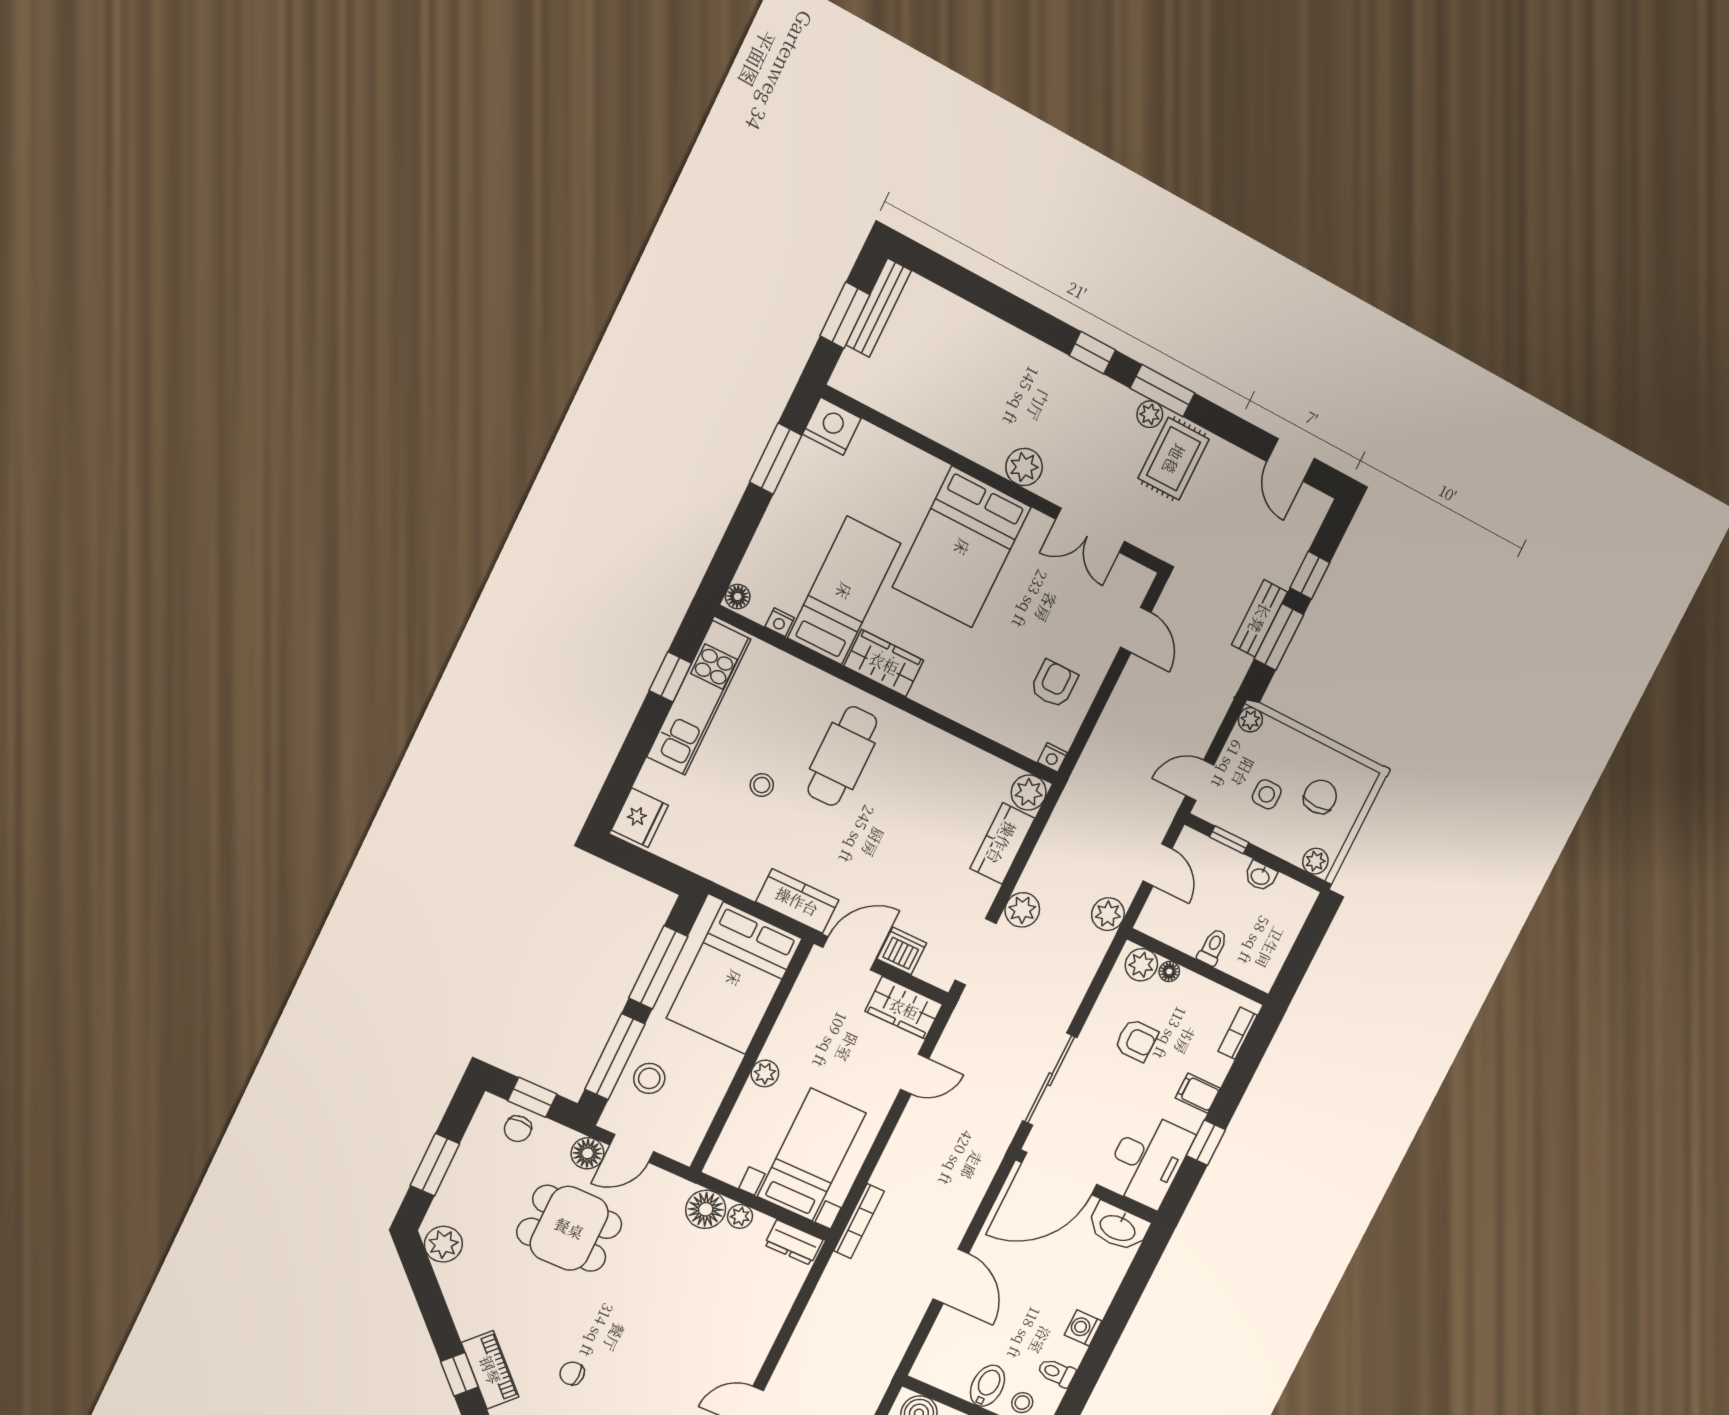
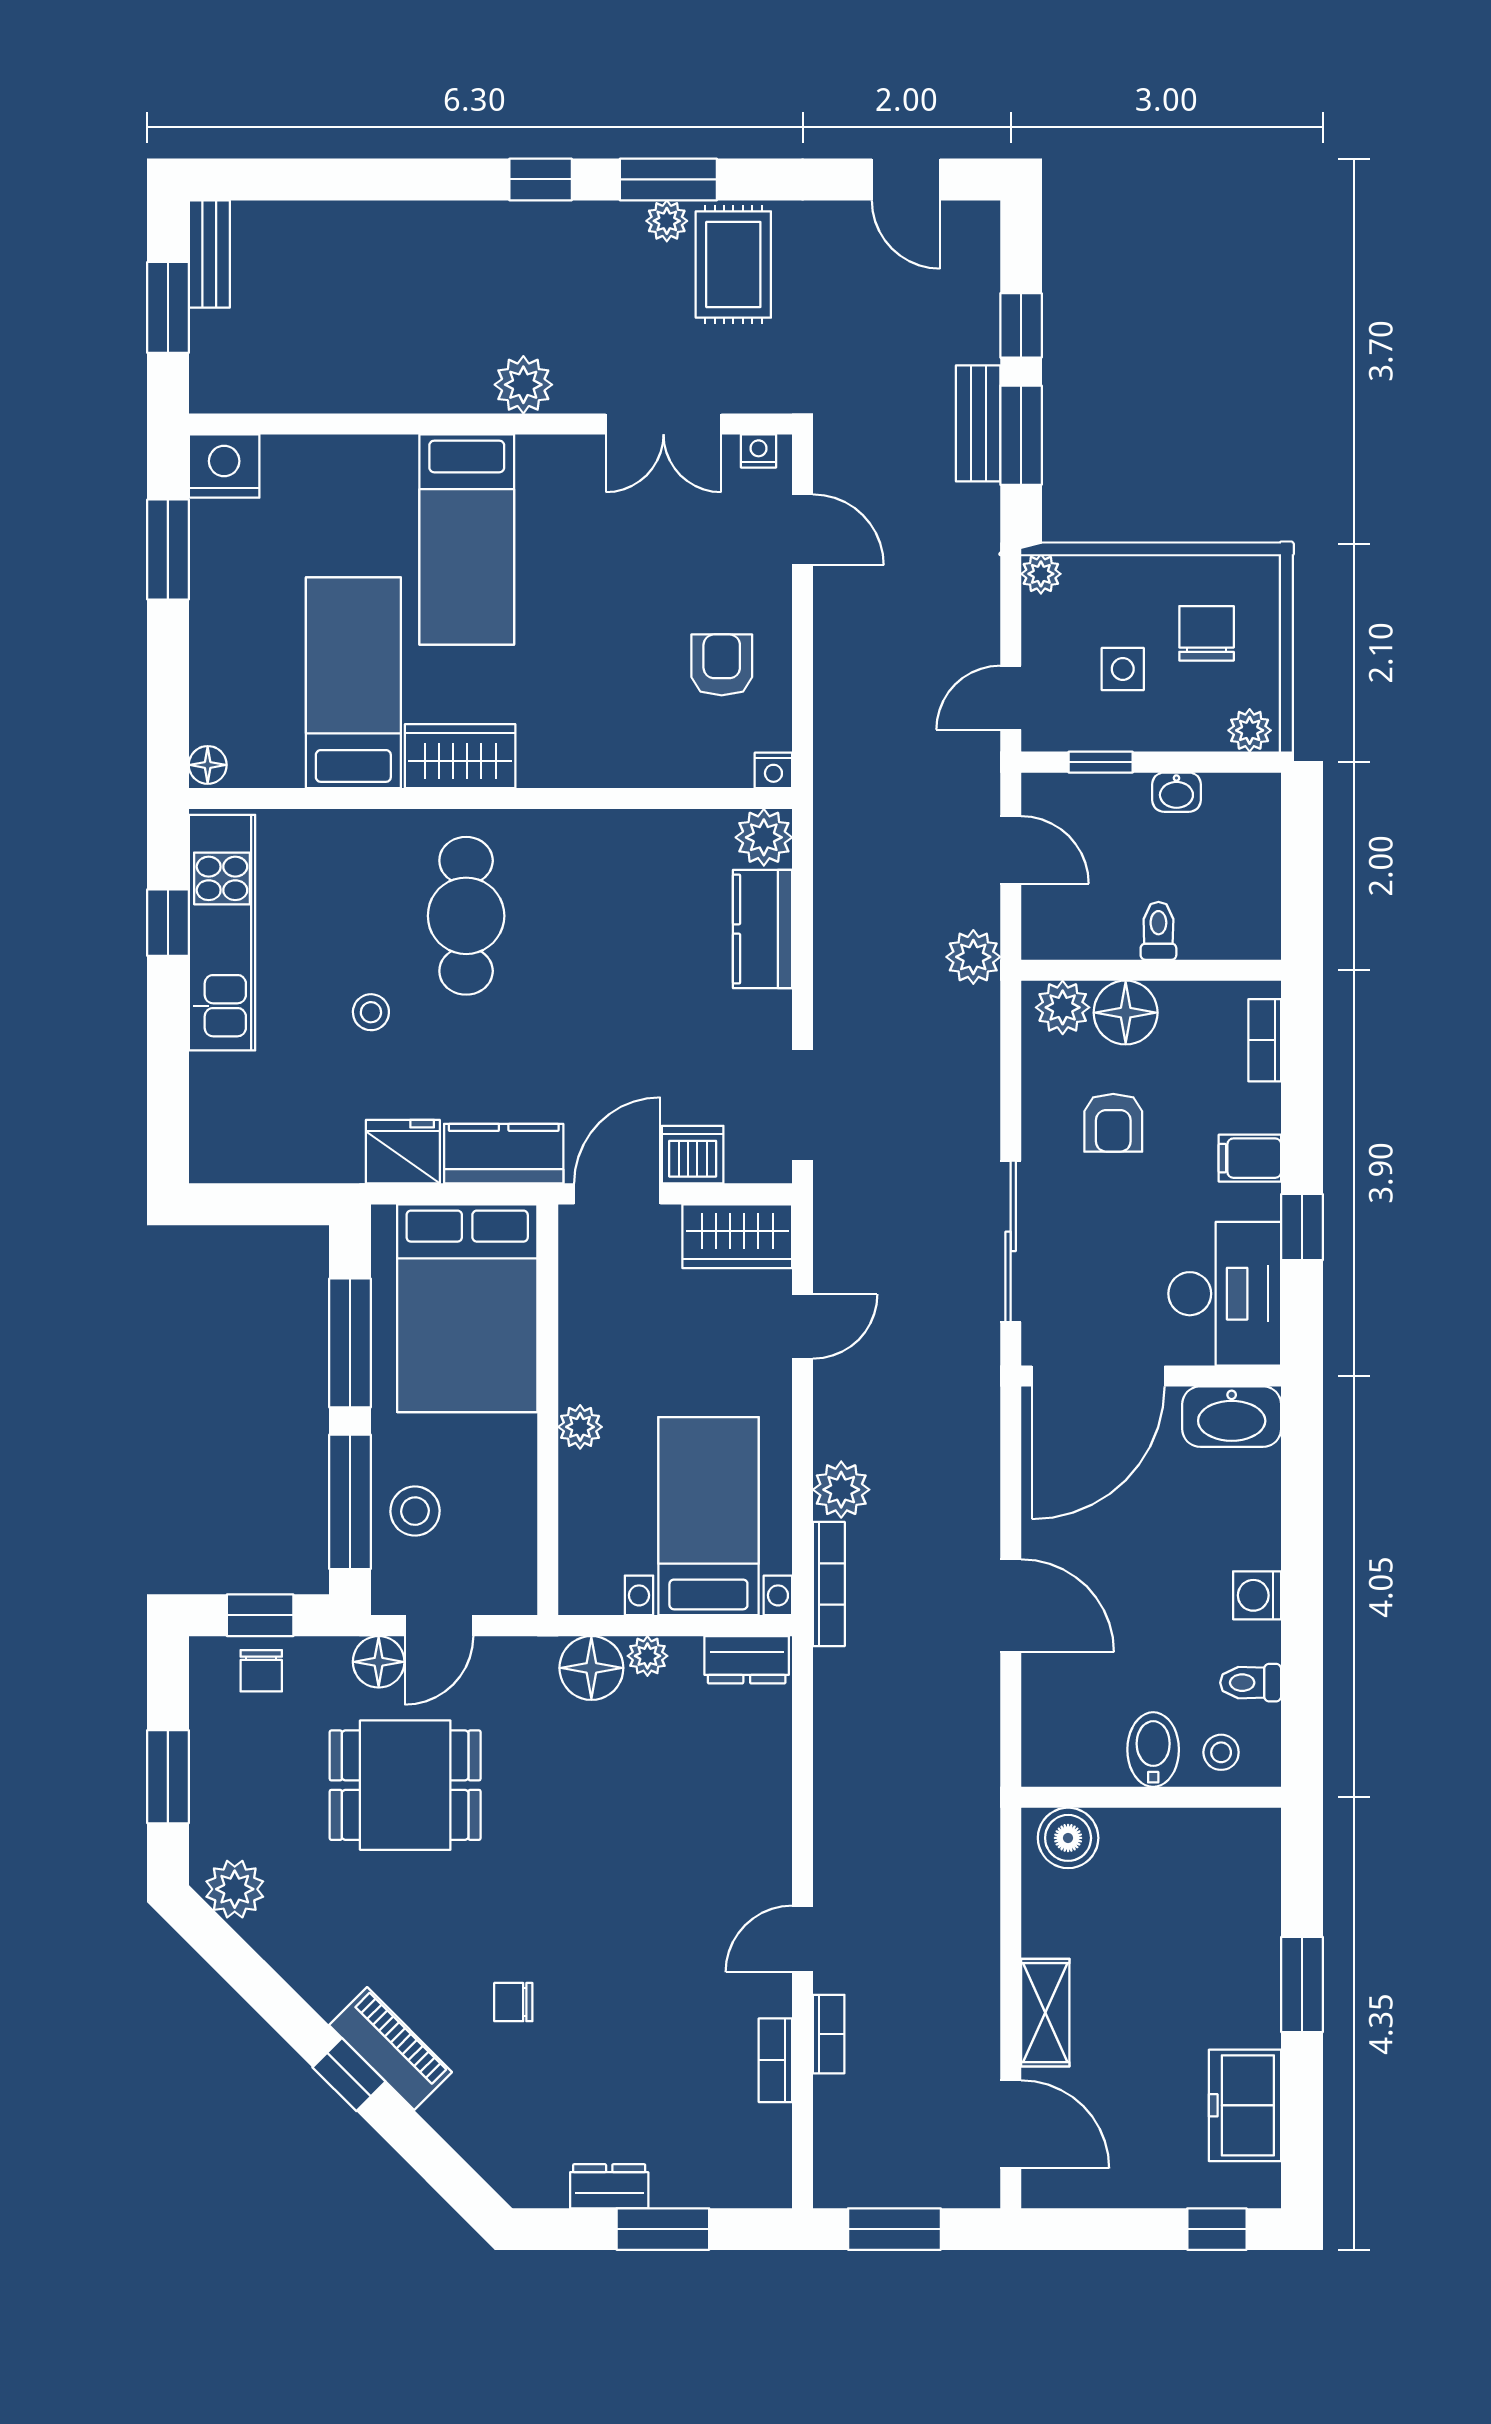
bench: (878, 308) -> (209, 254), width x0.73
bed: (962, 547) -> (467, 540), width x0.67
nightstand: (780, 622) -> (759, 451), moved, turned 180
fridge: (640, 818) -> (403, 1152), moved, turned -90
plant: (1022, 910) -> (841, 1490), moved
floor lamp: (1169, 971) -> (1126, 1013), width x1.89, depth x1.89
armchair: (1136, 1040) -> (1113, 1123), turned 90

